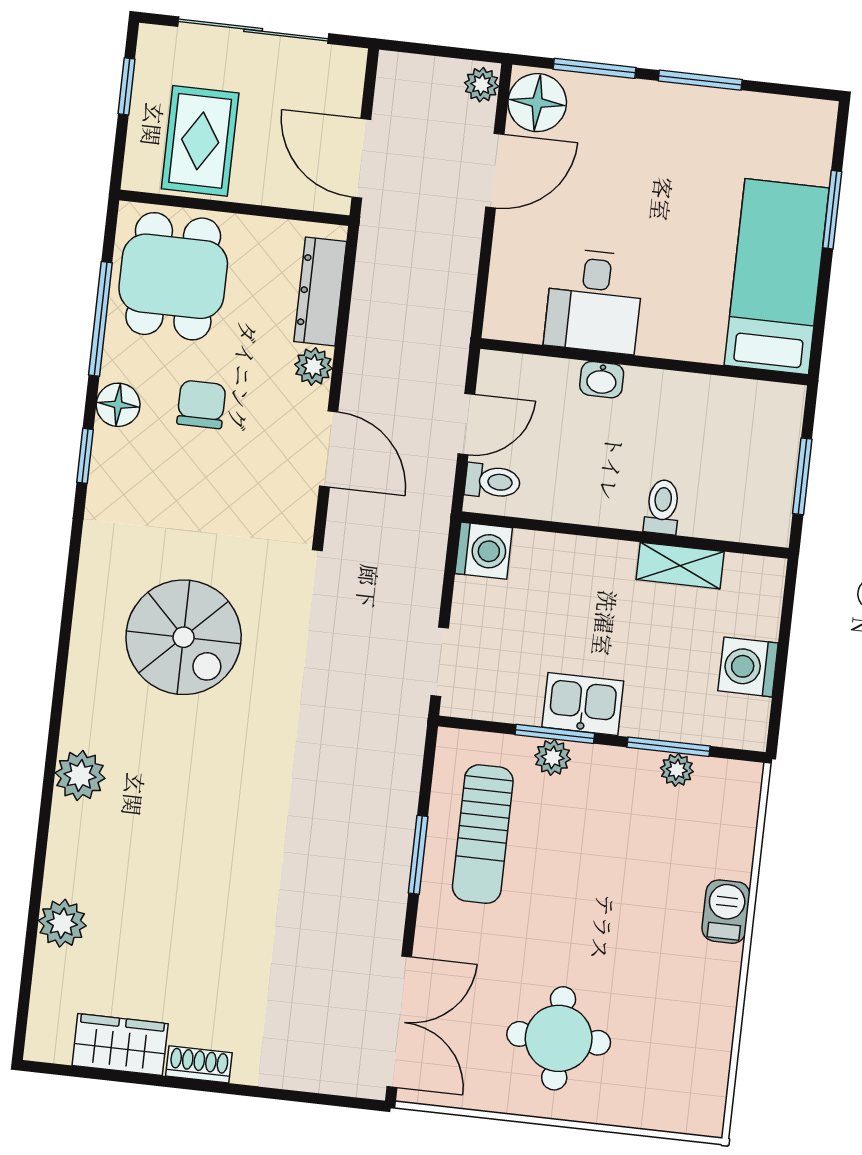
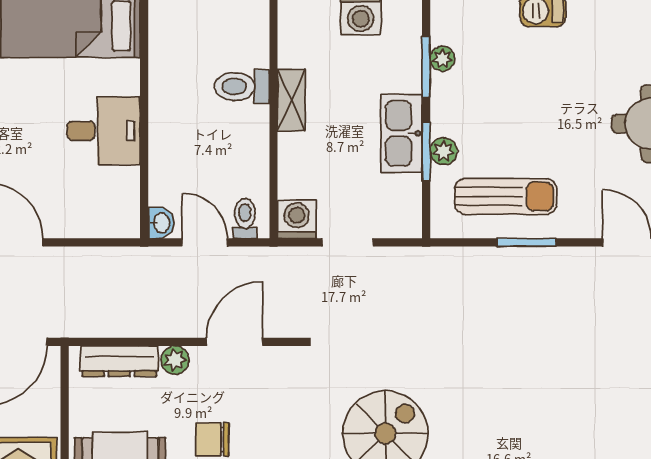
desk: (594, 301) -> (104, 131), moved
washbasin: (602, 380) -> (161, 223), moved
toilet: (662, 507) -> (242, 87), width x1.37, depth x1.39
shelving: (680, 566) -> (292, 100), moved
doorway: (440, 662) -> (348, 242), moved
kitchen sink: (583, 704) -> (402, 133), width x1.38

